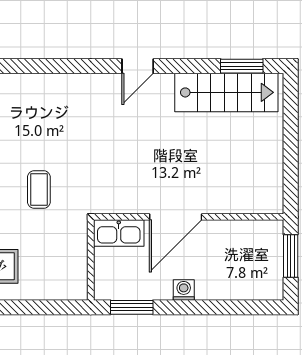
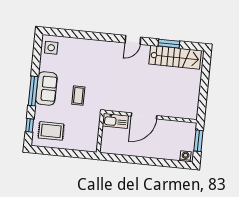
window: (242, 66) -> (169, 44), moved
washing machine: (184, 290) -> (185, 156), moved
window: (132, 307) -> (118, 158), removed

